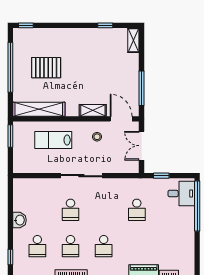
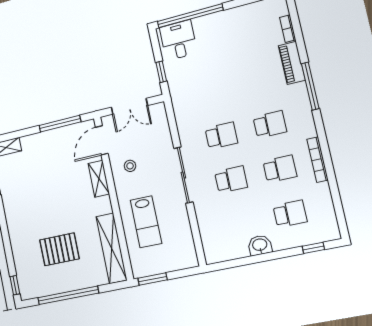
pallet: (46, 68) -> (59, 249), turned 90
school desk: (137, 210) -> (221, 136), moved

